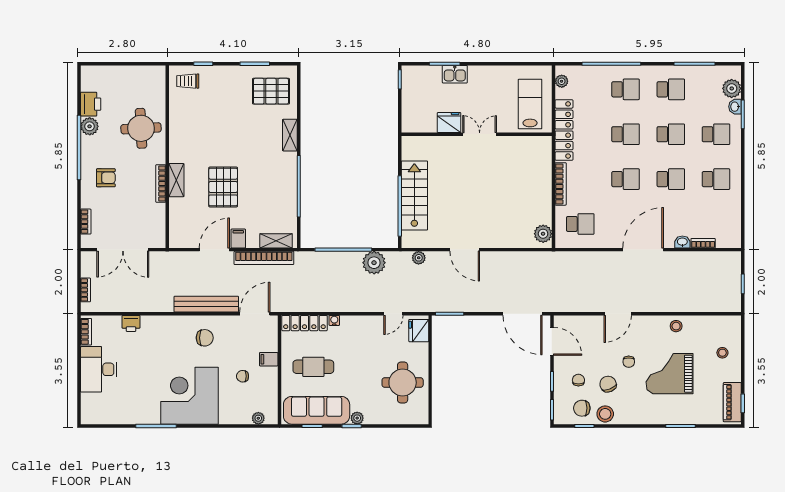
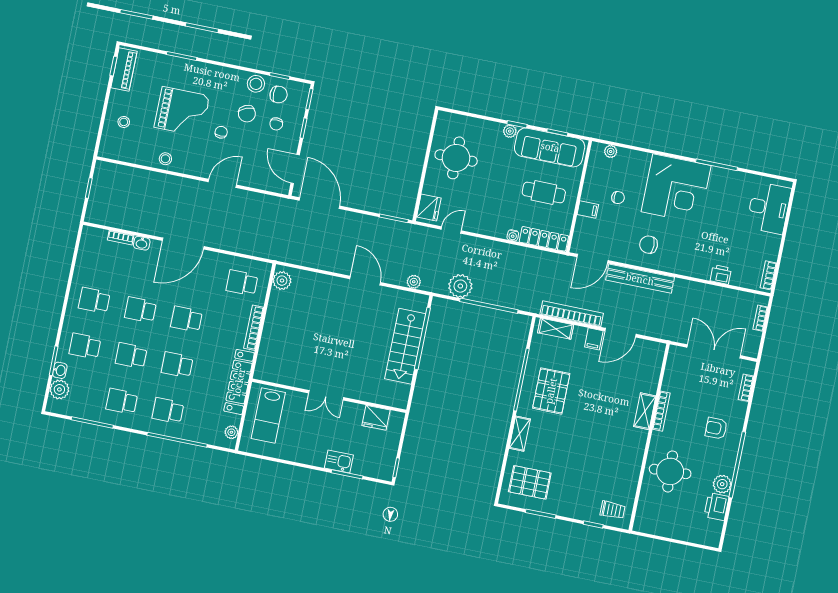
fridge: (449, 123) -> (376, 418), moved
pallet: (223, 187) -> (551, 391), moved
desk: (99, 369) -> (769, 208), moved

